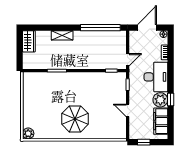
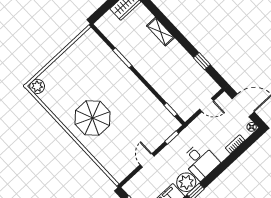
window: (100, 28) -> (202, 61), width x0.32
door: (128, 60) -> (207, 105), moved
desk: (156, 77) -> (200, 161), width x0.73

